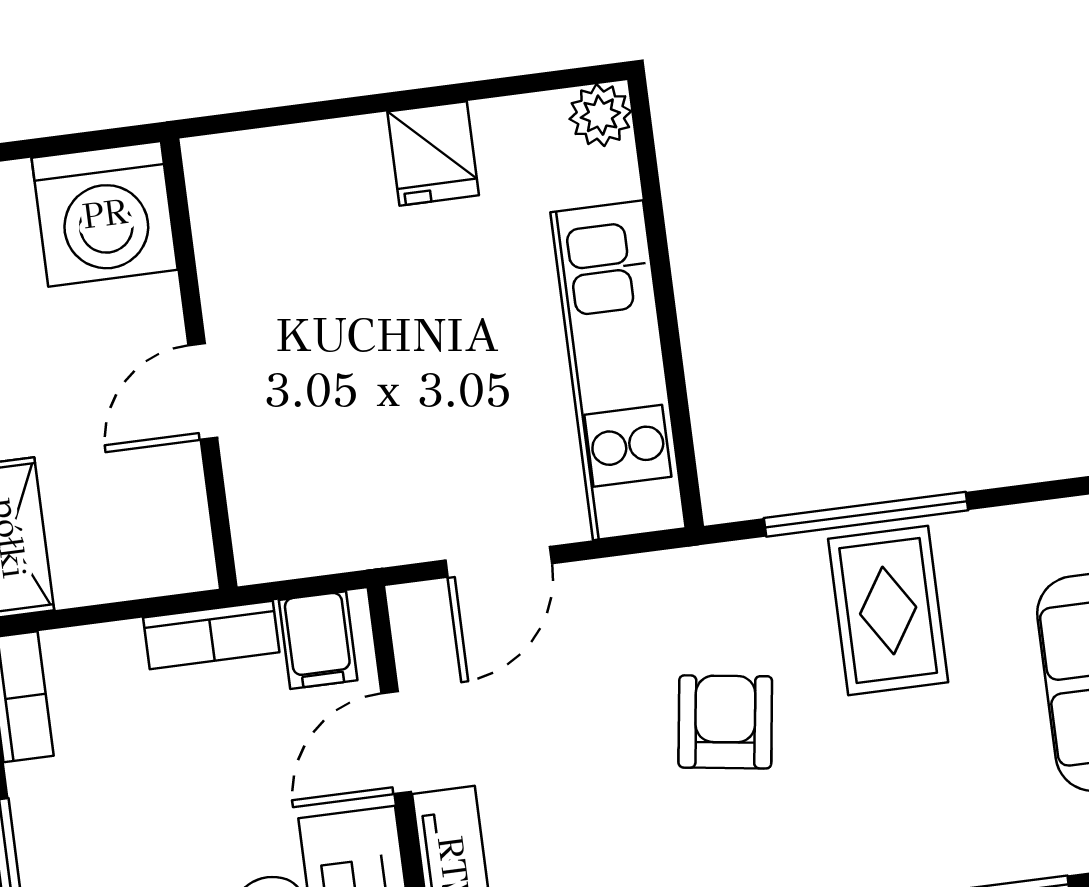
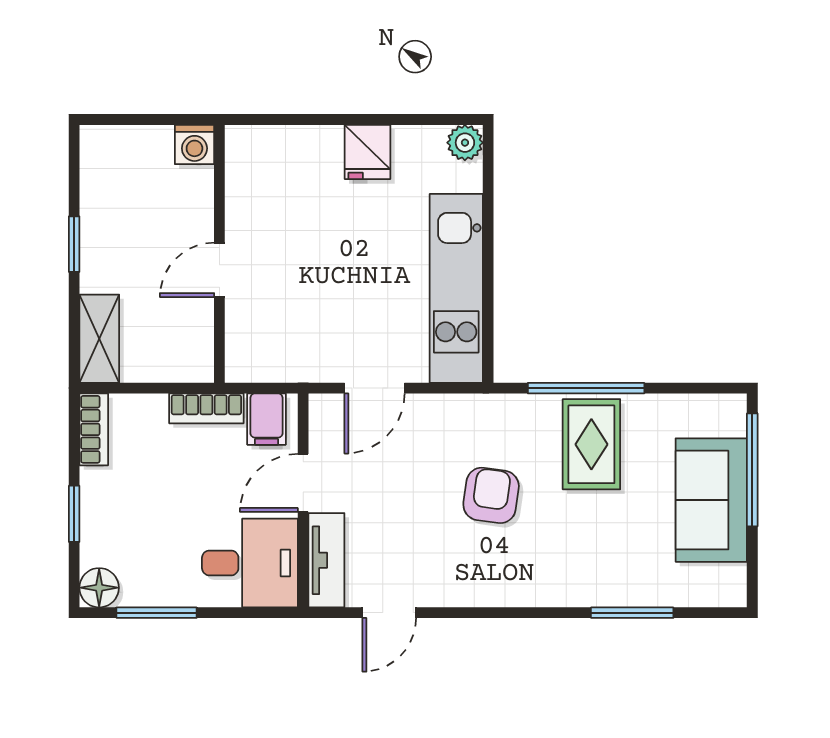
washing machine: (105, 214) -> (194, 144), width x0.53, depth x0.53

